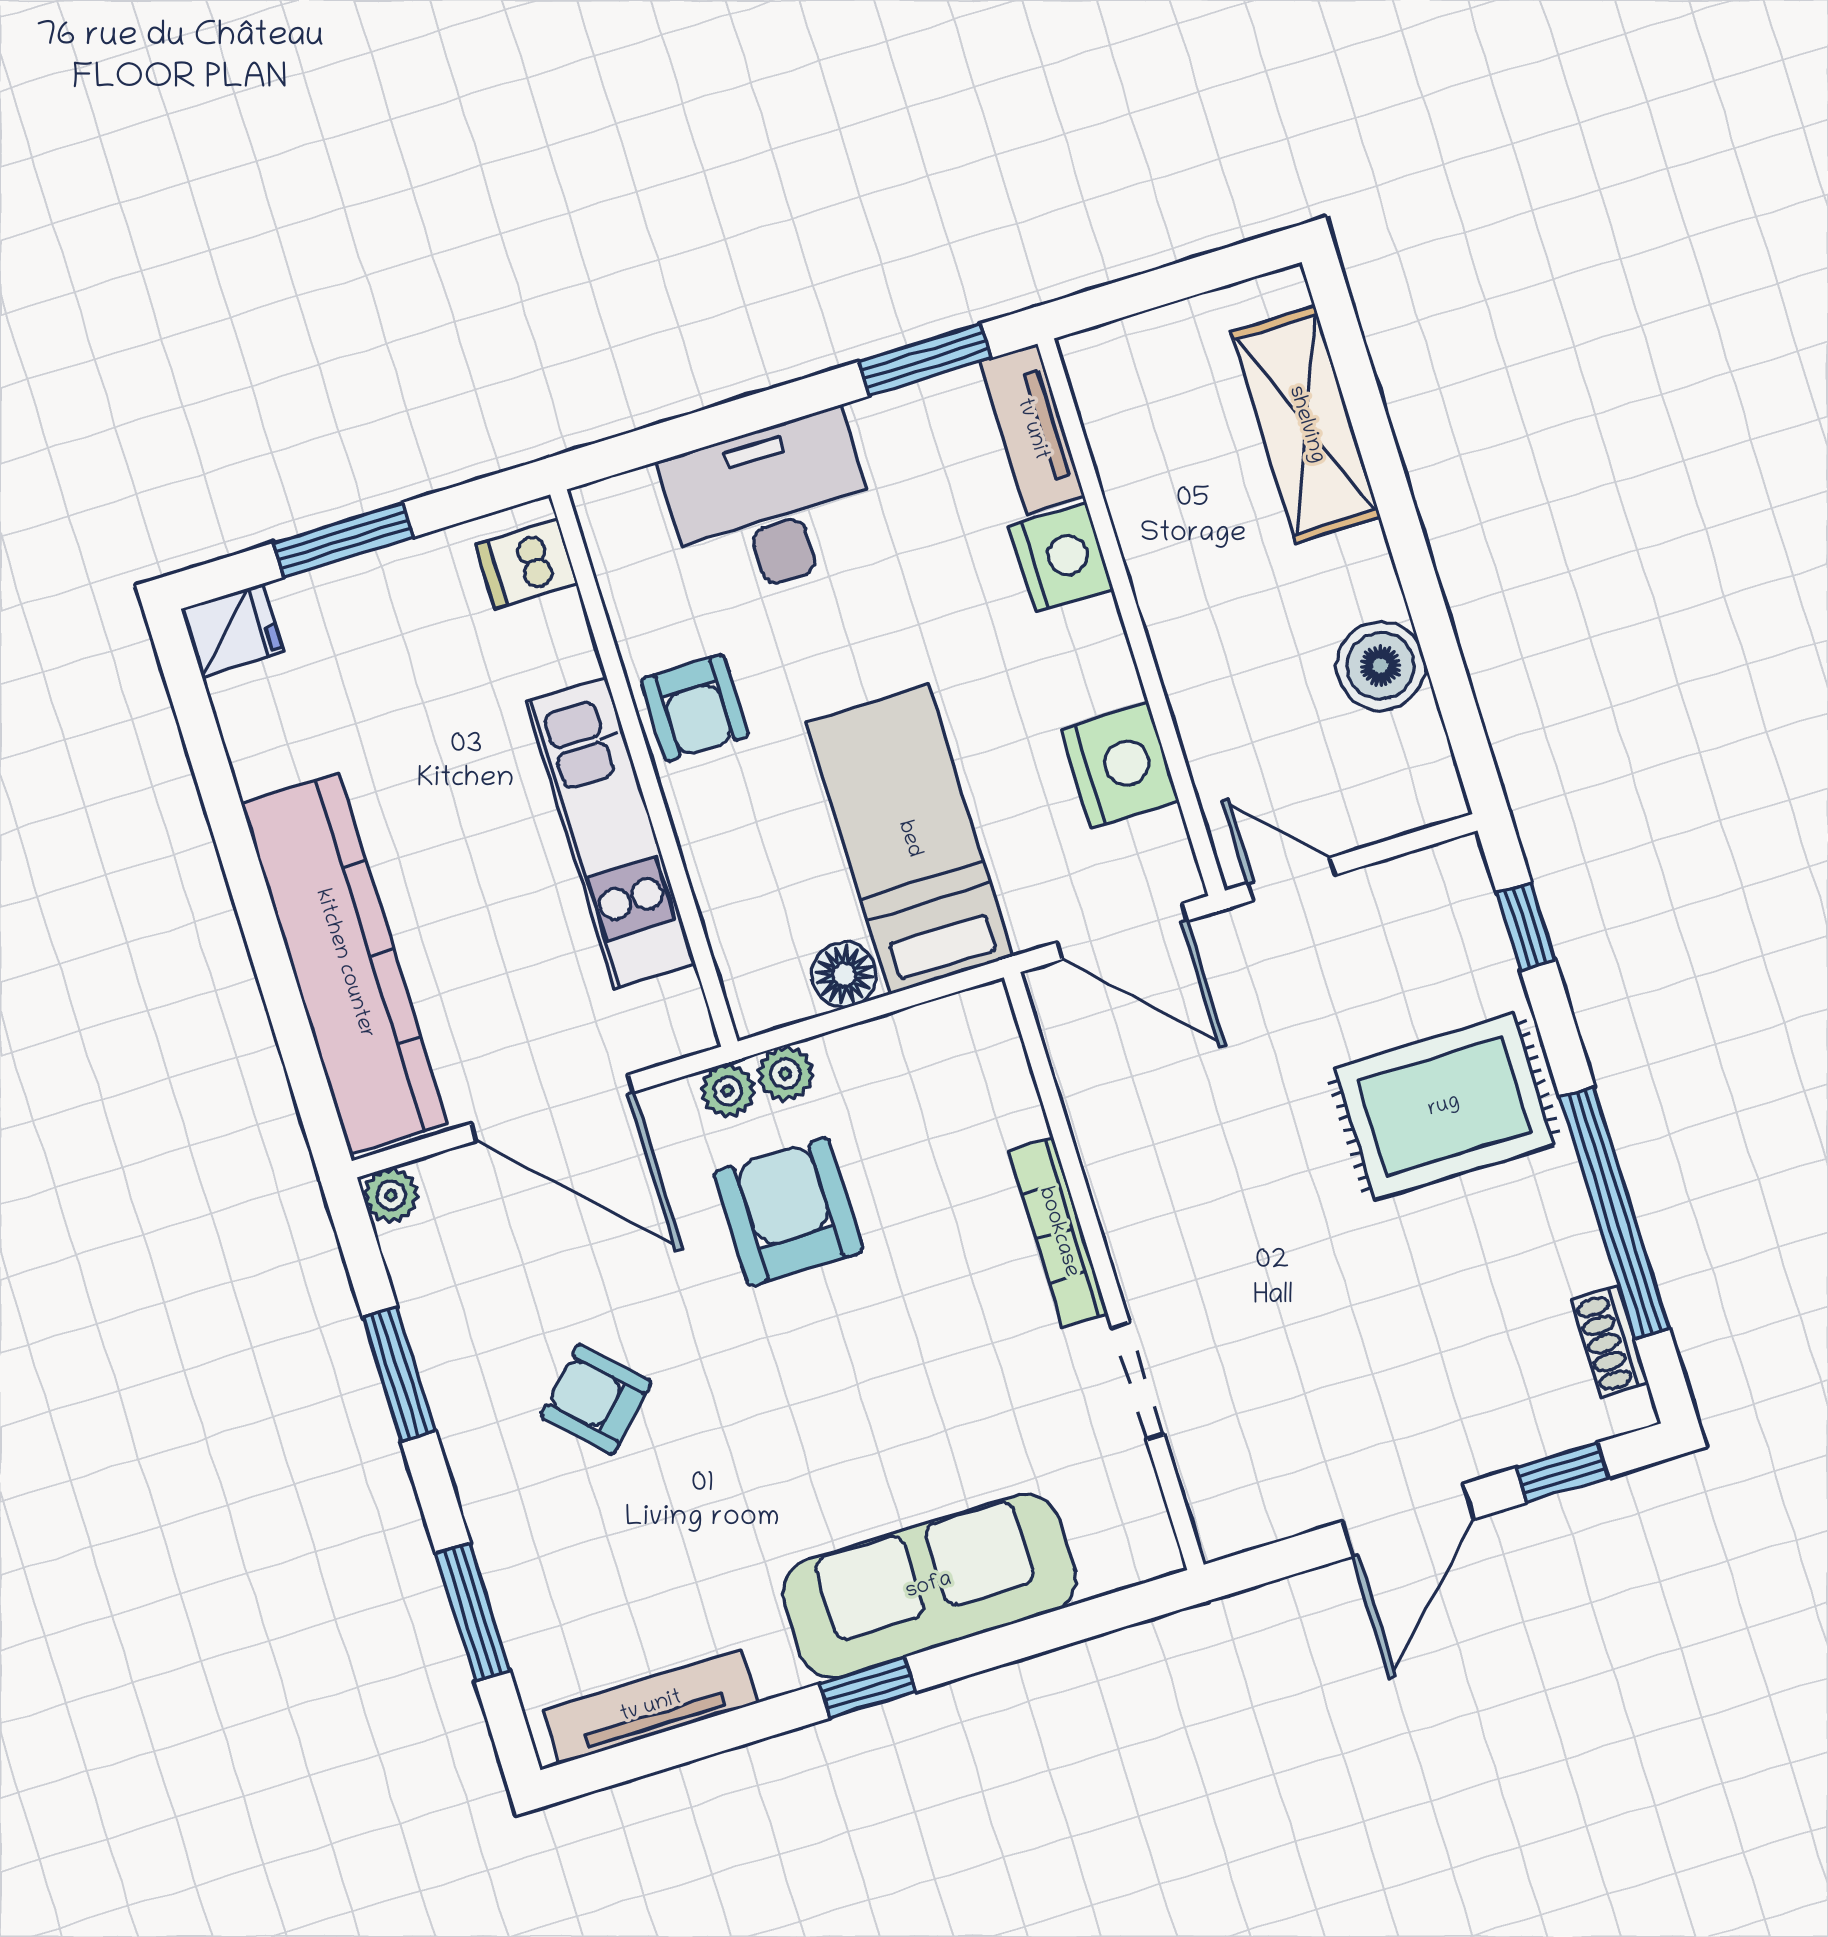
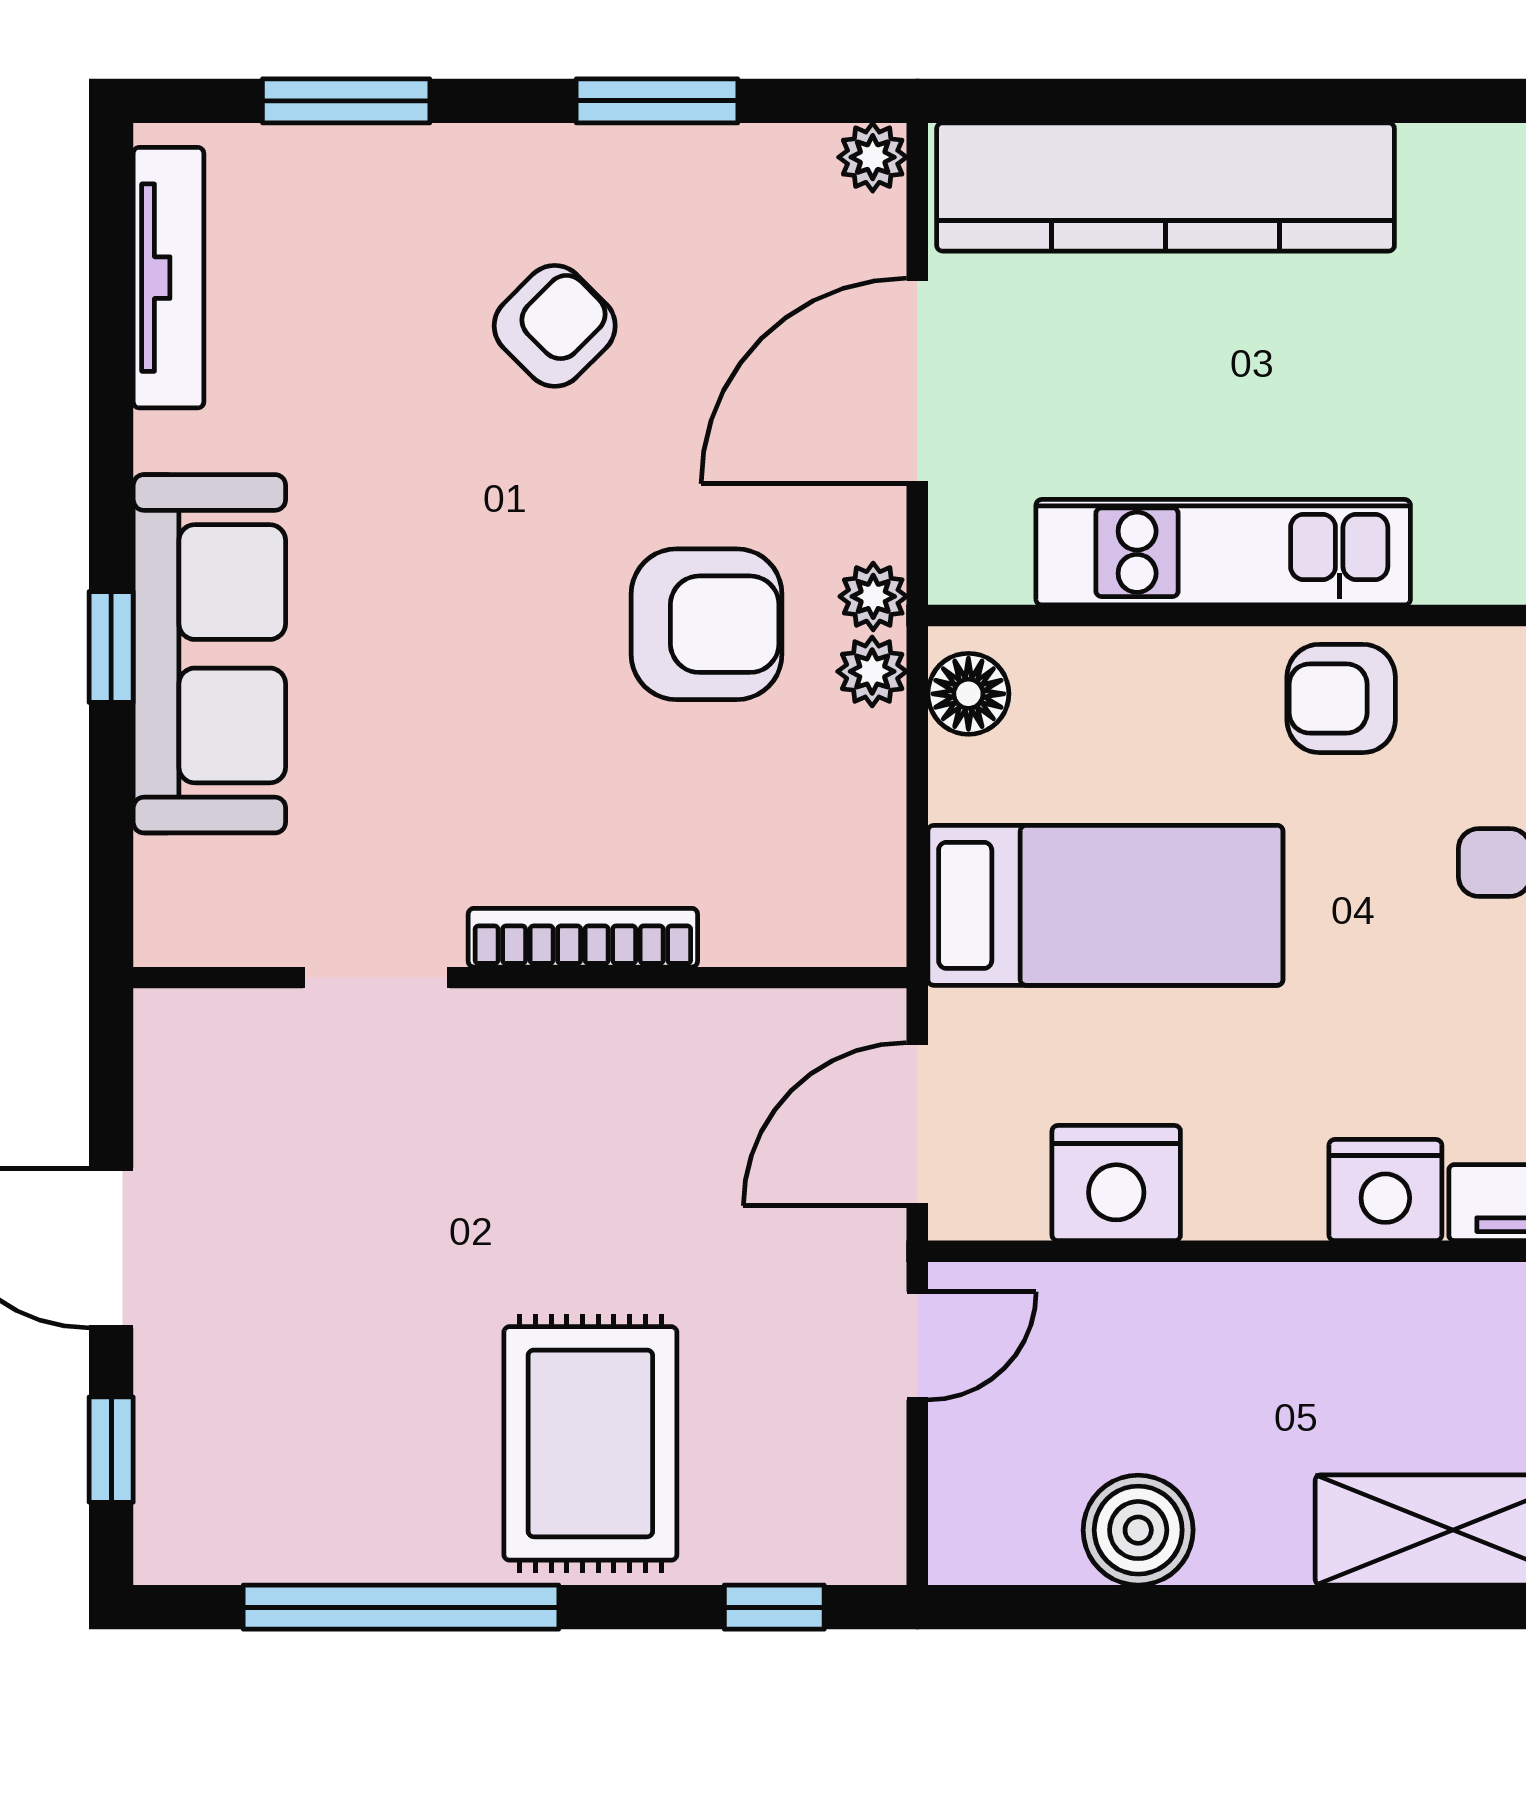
floor lamp: (844, 975) -> (968, 694), moved
shoe rack: (1610, 1342) -> (249, 1554), removed
window: (867, 1688) -> (111, 647), moved

